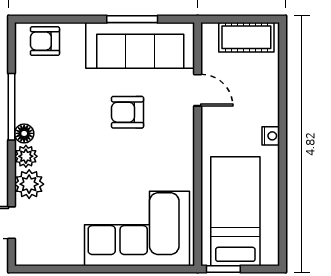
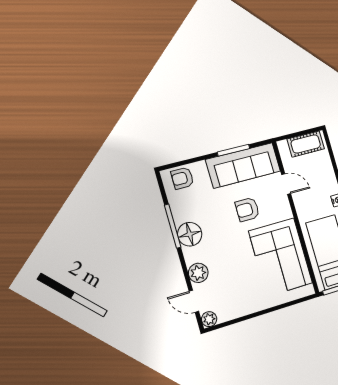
floor lamp: (24, 133) -> (190, 234), width x1.89, depth x1.89
plant: (26, 156) -> (209, 319), moved
corner sofa: (137, 228) -> (281, 257), moved, turned -90

